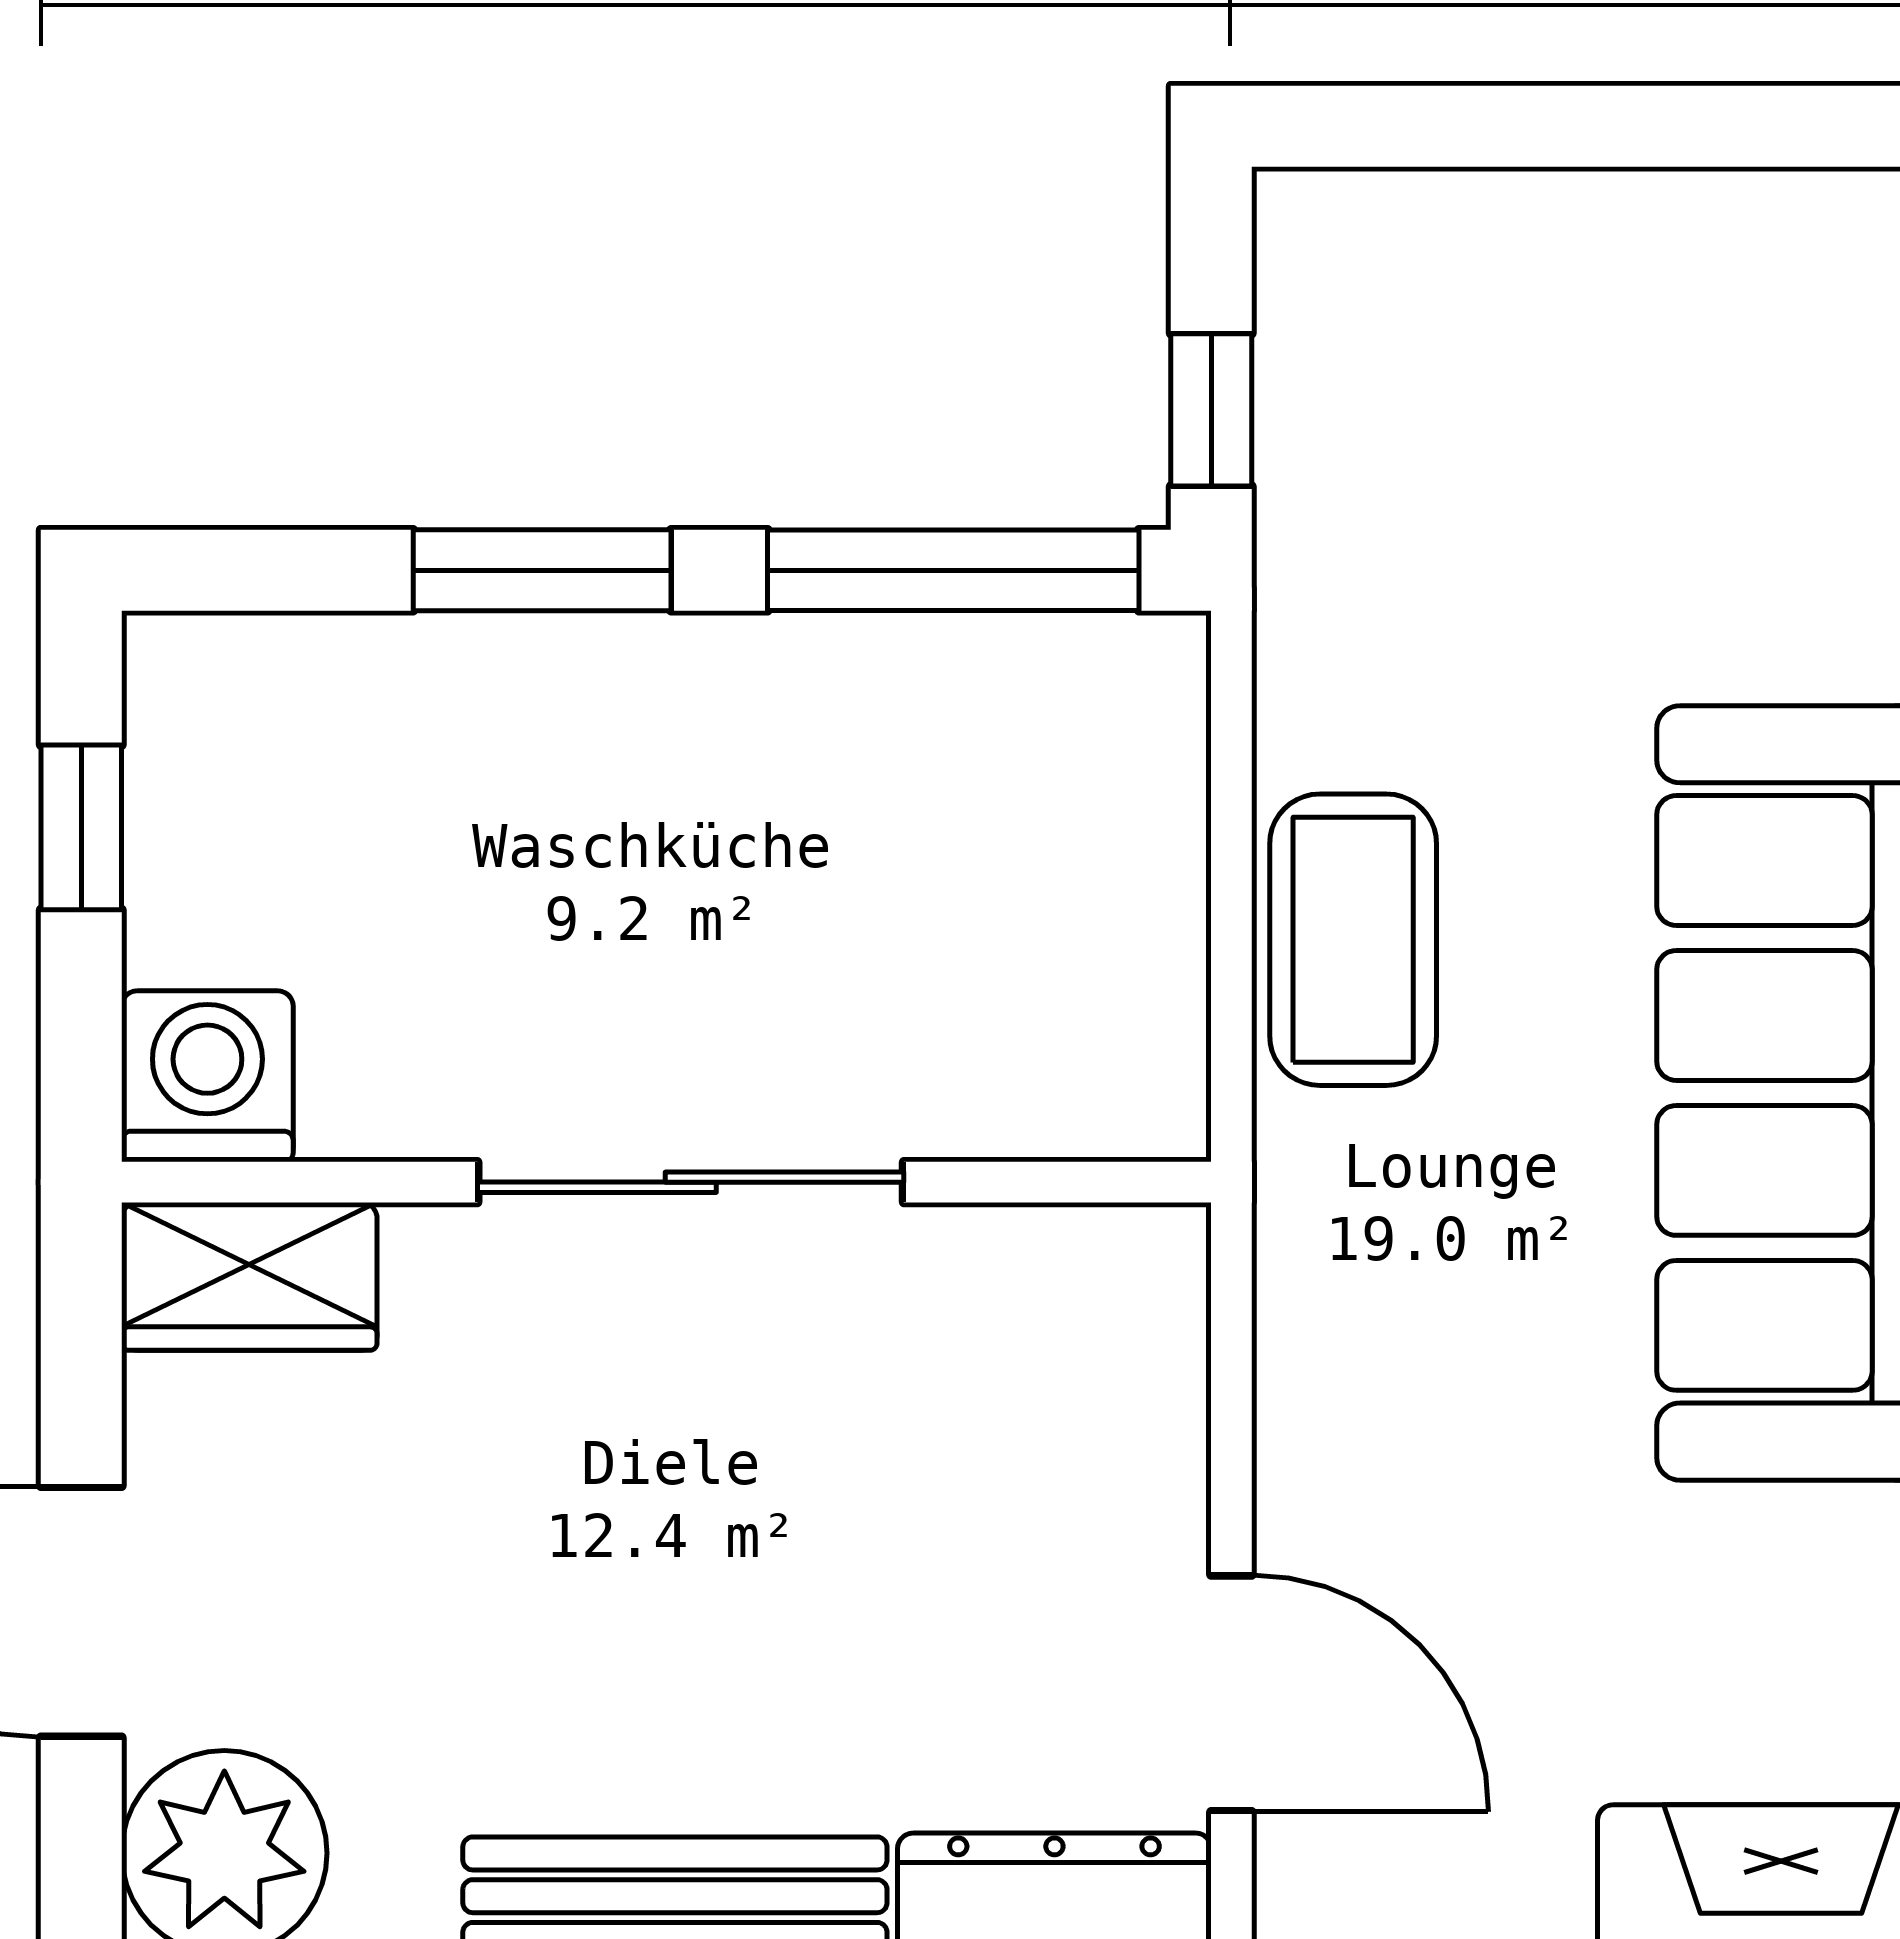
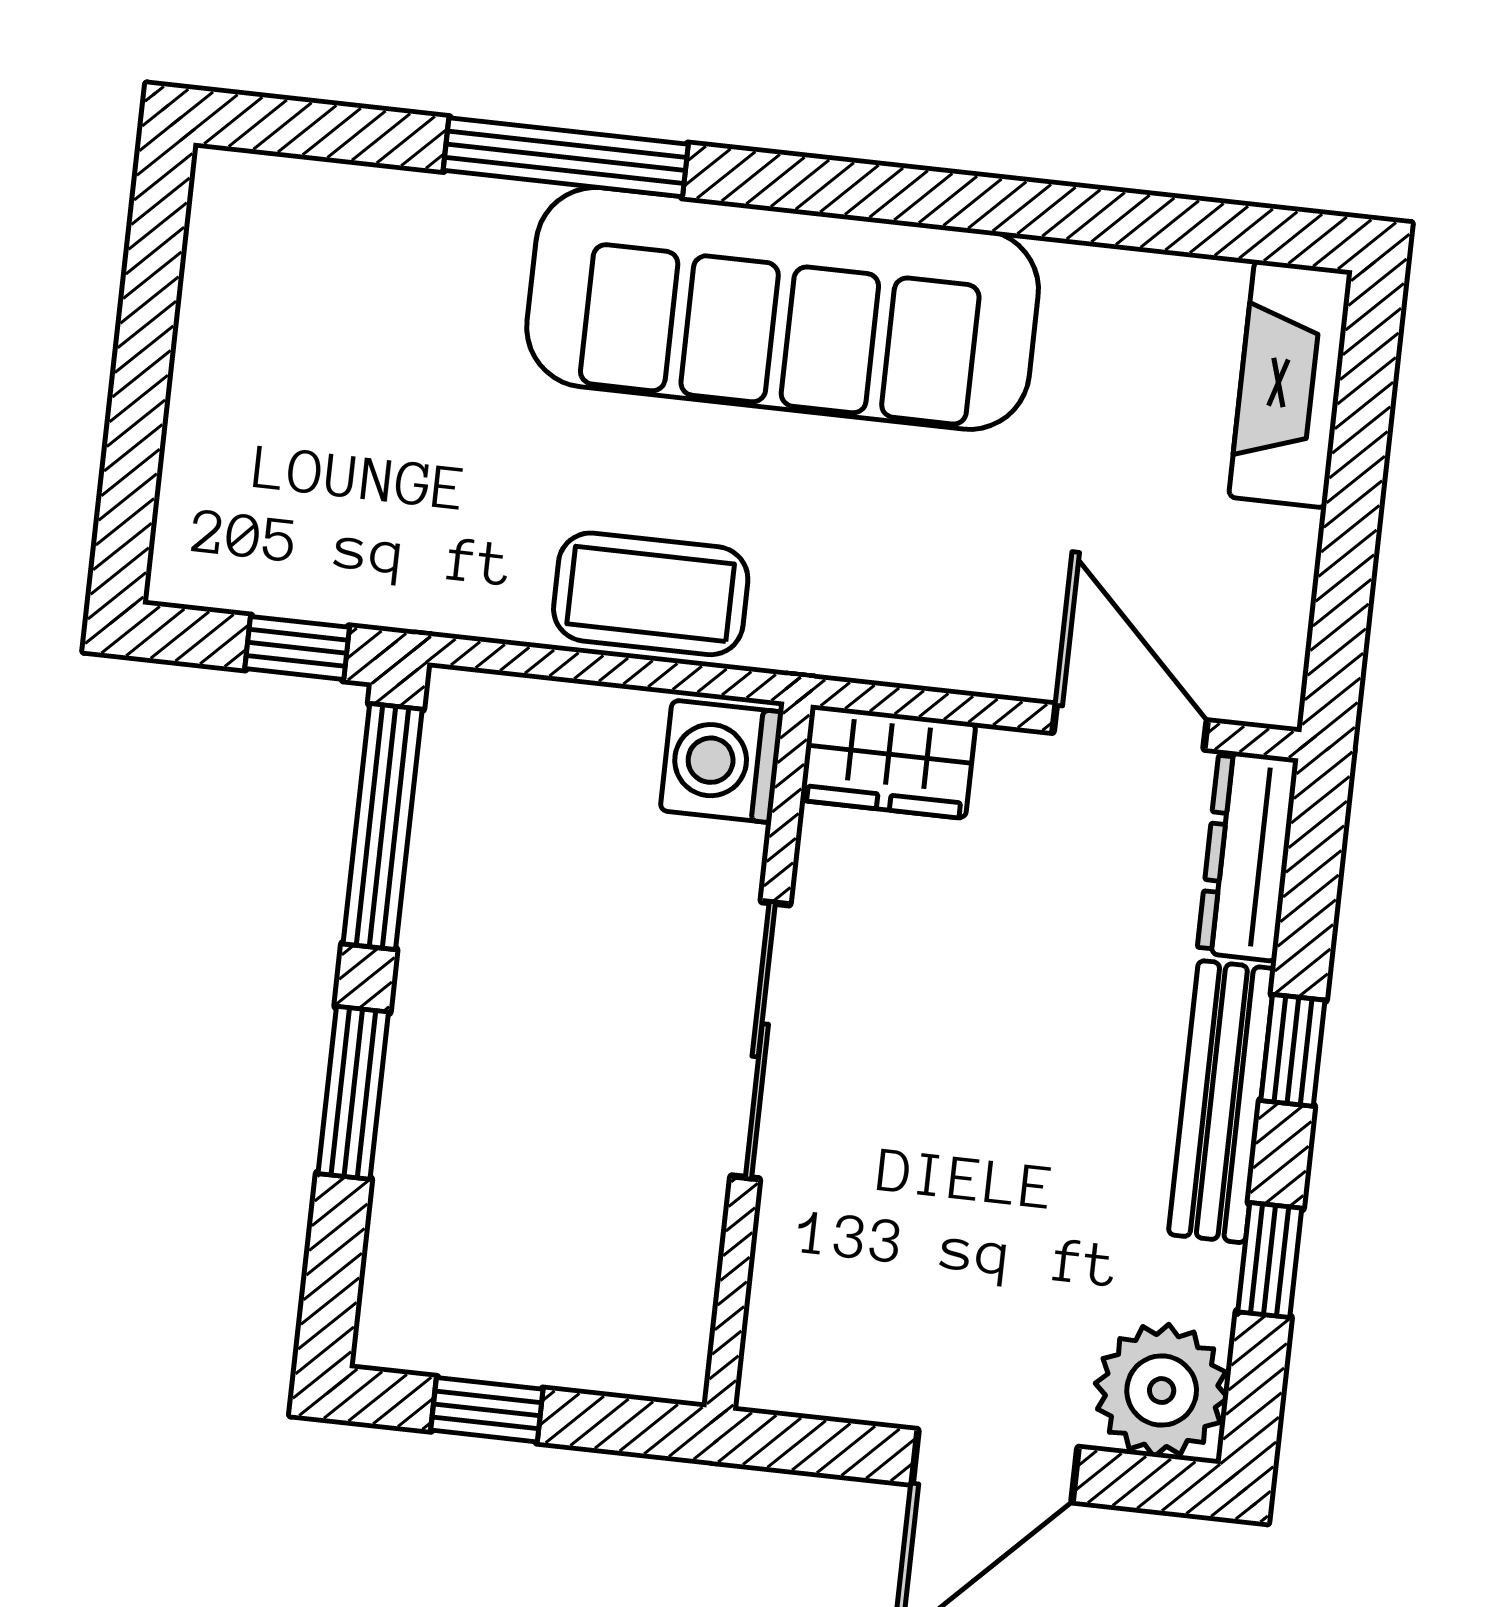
washing machine: (207, 1076) -> (722, 761), moved
wardrobe: (249, 1276) -> (888, 762), moved, turned 90
door: (1231, 1693) -> (1130, 727), hinge flipped

